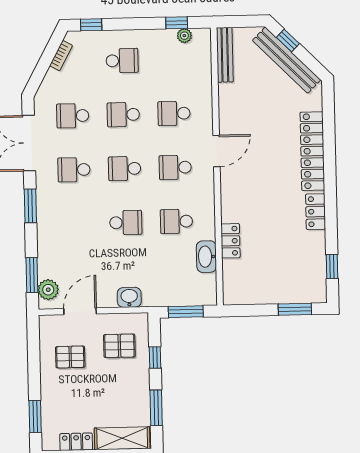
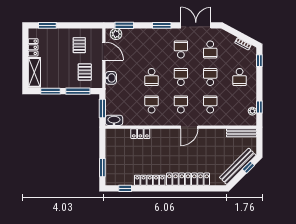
school desk: (73, 116) -> (210, 49), turned 180
door: (216, 151) -> (189, 127), hinge flipped
locker: (316, 212) -> (150, 180), width x1.53
washbasin: (206, 257) -> (114, 120), moved
window: (155, 358) -> (78, 91), width x2.17

